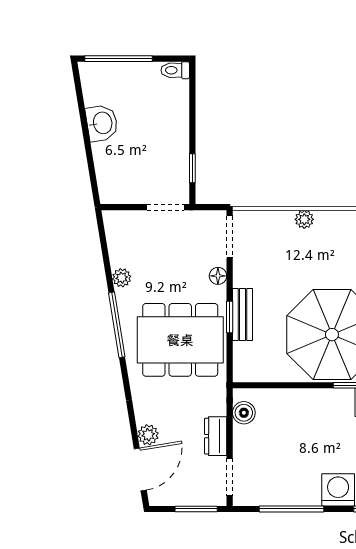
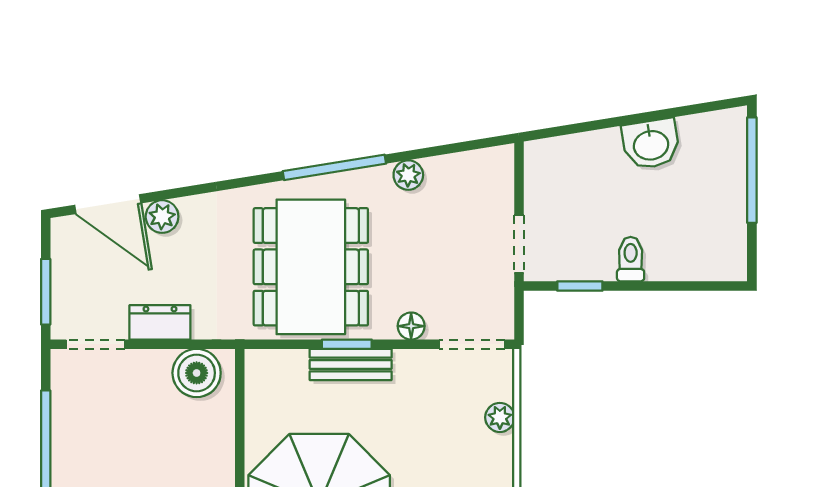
toilet: (175, 70) -> (631, 259), moved
plant: (304, 219) -> (500, 417), moved
boiler: (244, 413) -> (197, 373), width x1.36, depth x1.36

